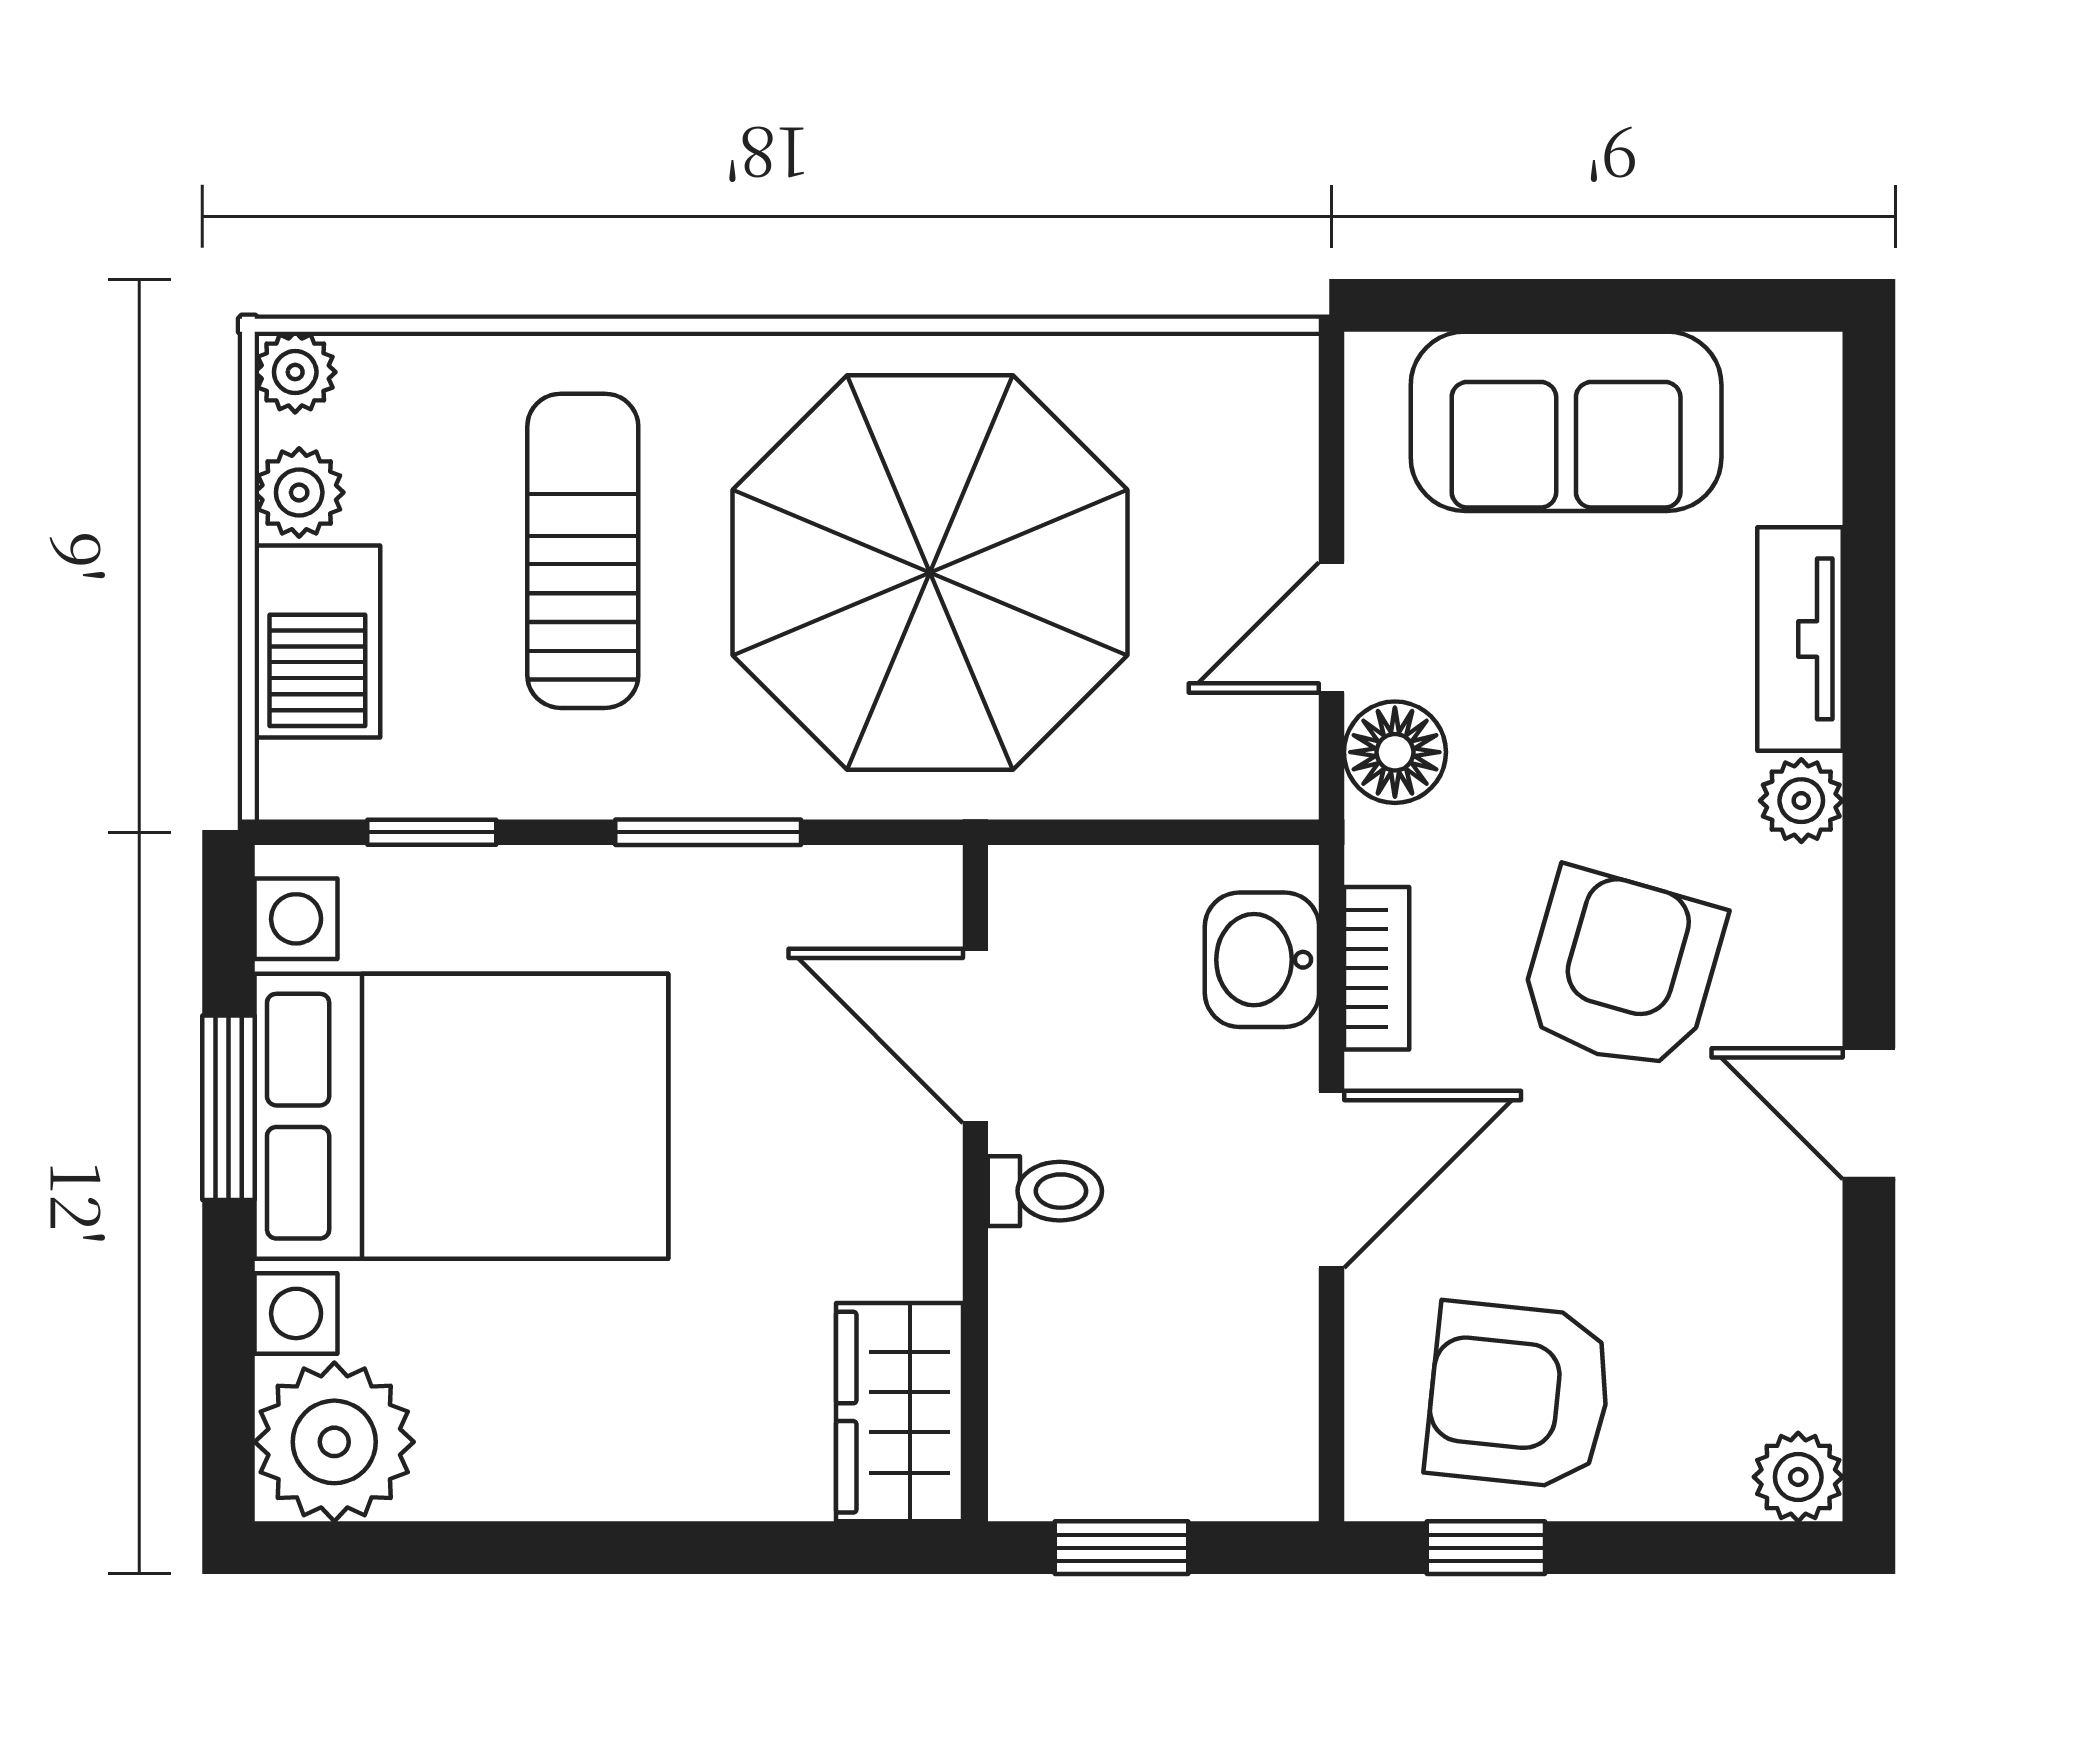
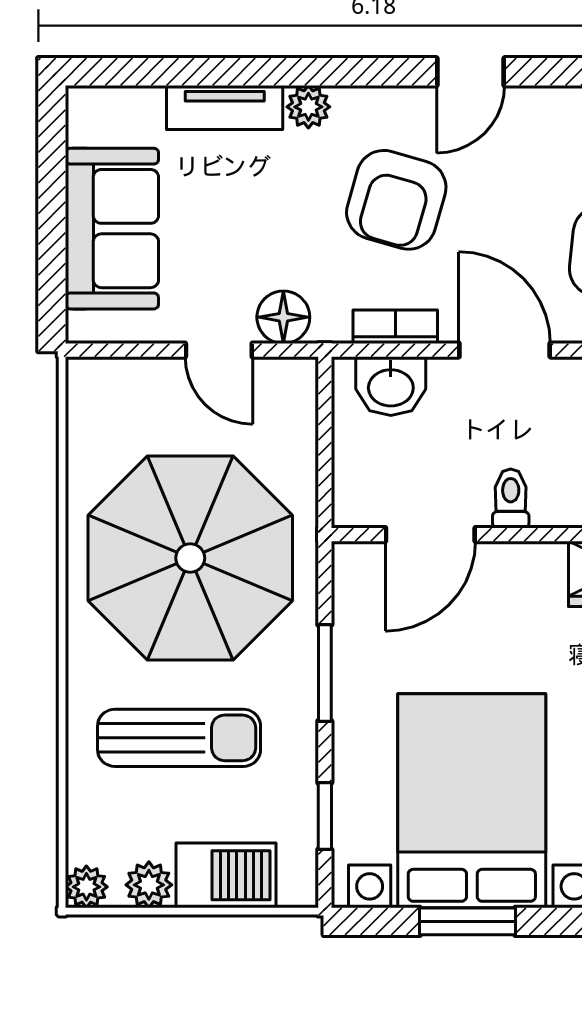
sun lounger: (583, 551) -> (179, 738), turned 180
armchair: (1622, 970) -> (396, 200), turned -90

